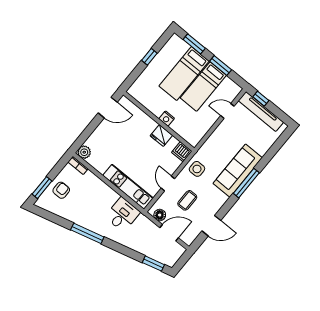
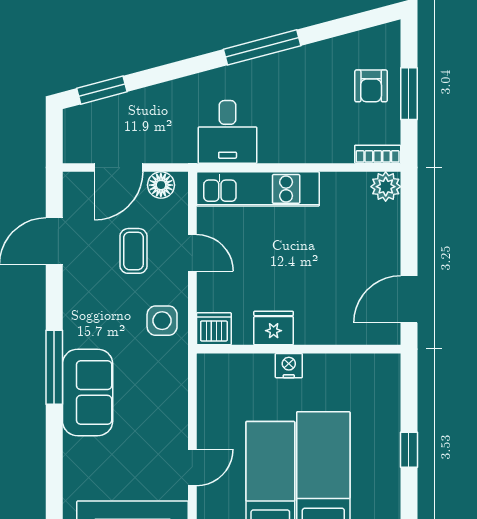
sofa: (238, 171) -> (88, 392), width x0.73
window: (42, 188) -> (409, 94), moved

